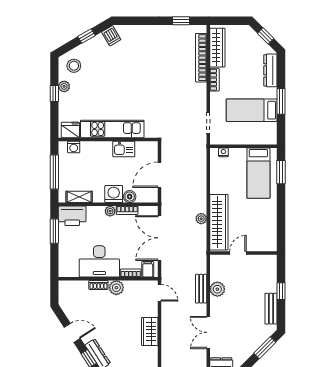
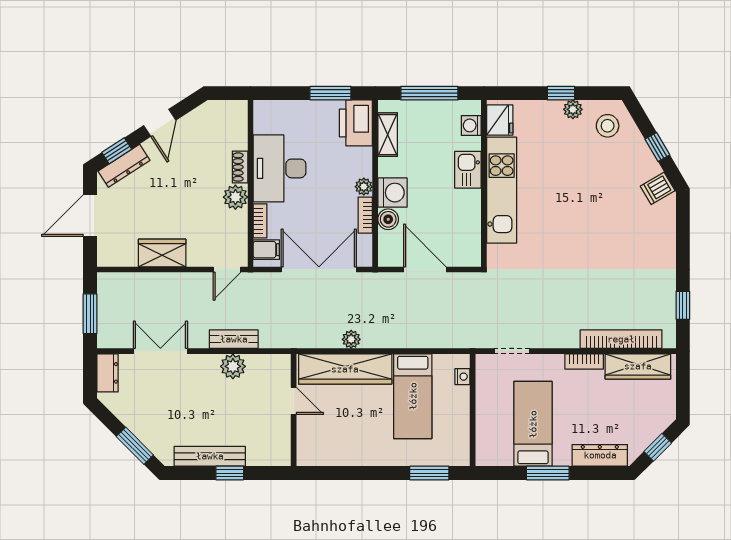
kitchen sink: (124, 149) -> (468, 170), moved
bed: (258, 173) -> (413, 396), moved, turned -90
bench: (271, 309) -> (210, 456), width x1.36

